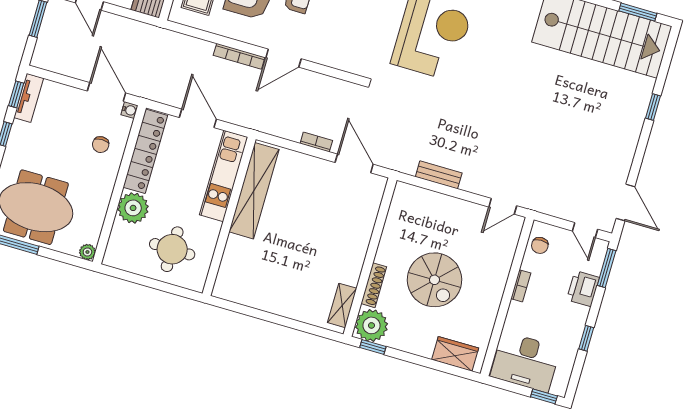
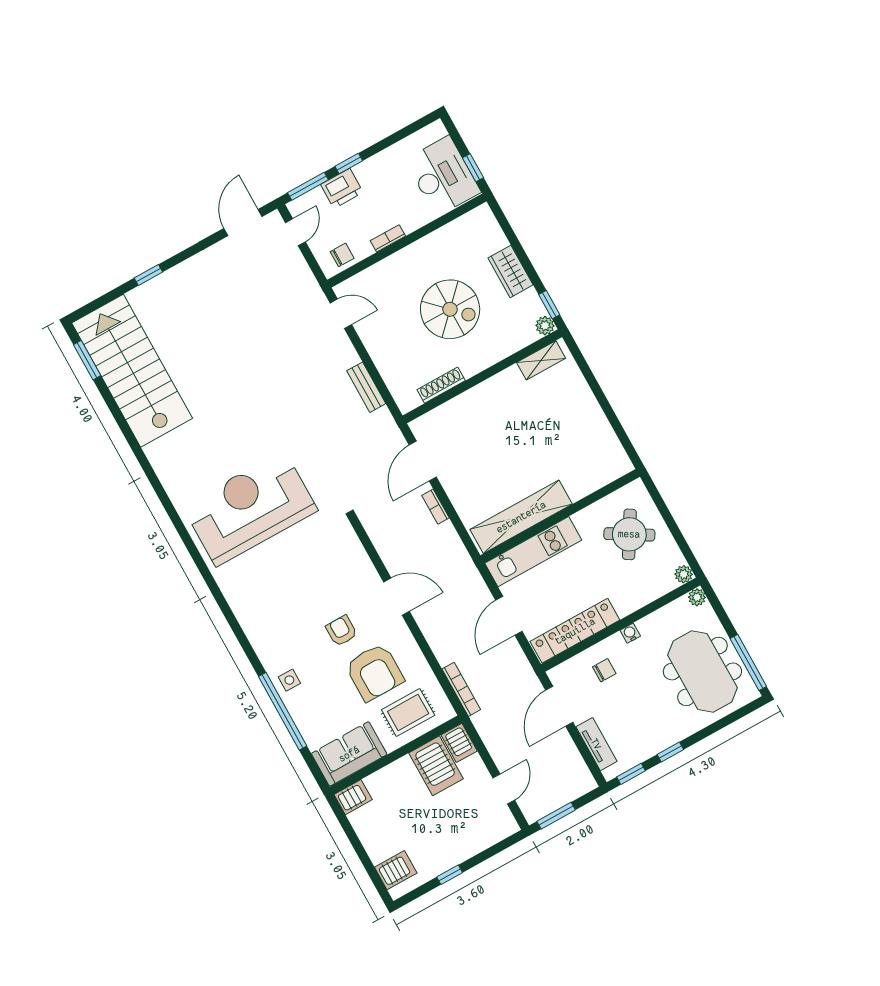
bookcase: (239, 56) -> (461, 689), moved
tv unit: (29, 98) -> (596, 744), moved, turned 90
water cooler: (129, 110) -> (630, 633), moved
plant: (133, 208) -> (684, 574), moved, width x0.53, depth x0.53
round table: (172, 249) -> (629, 534), turned 30
spiral stairs: (434, 280) -> (450, 309), turned 90
shoe rack: (374, 285) -> (441, 385), moved
plant: (371, 325) -> (545, 326), width x0.53, depth x0.53
window: (586, 338) -> (349, 164), moved
wardrobe: (455, 354) -> (510, 271), moved
window: (544, 396) -> (473, 168), moved

